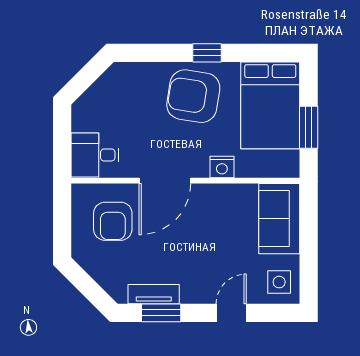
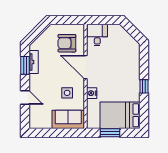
armchair: (193, 96) -> (124, 80), removed
side table: (279, 282) -> (67, 93), moved

